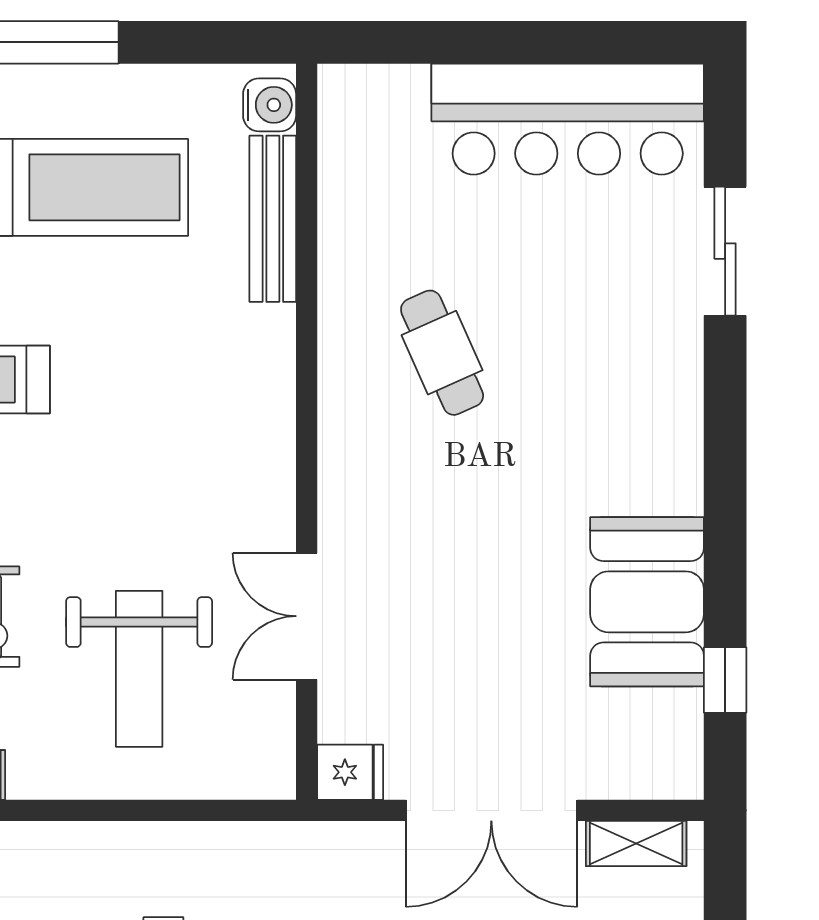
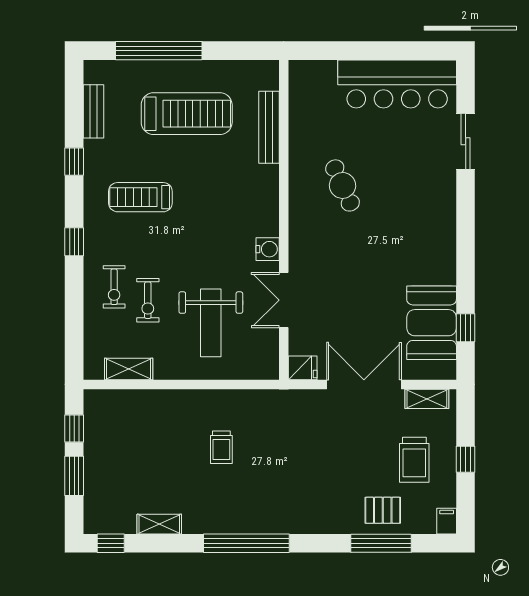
water cooler: (270, 105) -> (268, 249), moved
booth: (647, 602) -> (432, 323), moved
double door: (491, 810) -> (364, 384), swing flipped

